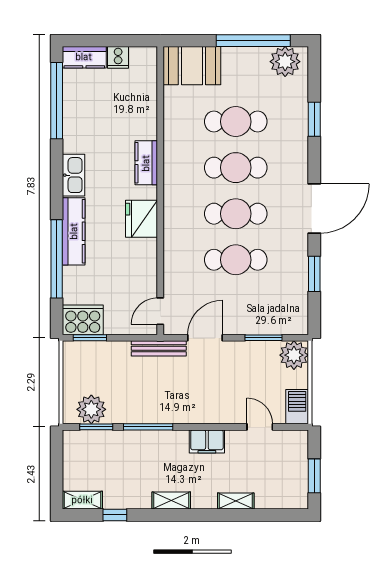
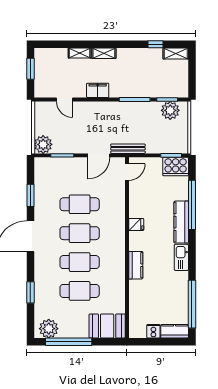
fridge: (142, 219) -> (136, 224), width x0.53, depth x0.75
barbecue: (297, 406) -> (41, 112), removed
shelving: (171, 501) -> (104, 53), moved

